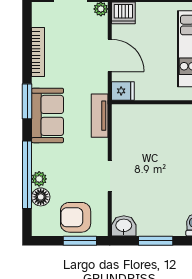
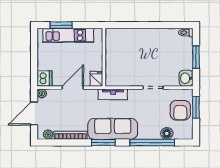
sofa: (48, 115) -> (113, 129), width x1.36
plant: (39, 179) -> (48, 134), moved

